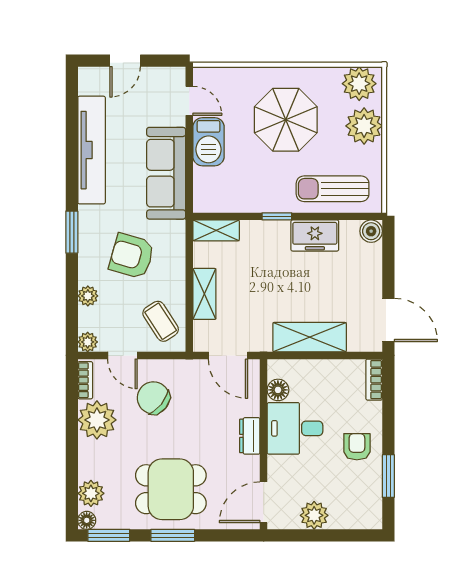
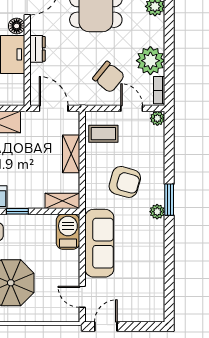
door: (125, 61) -> (106, 327), moved
barbecue: (209, 142) -> (68, 232), moved
tv unit: (92, 150) -> (154, 260), removed
plant: (88, 296) -> (157, 212), moved
coffee table: (161, 321) -> (103, 134), turned -57
floor lamp: (278, 390) -> (17, 26), moved

